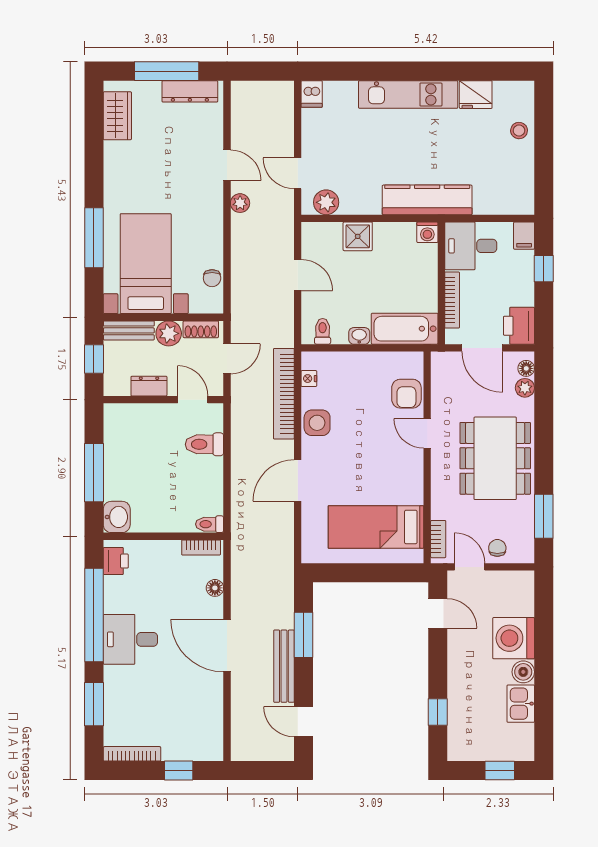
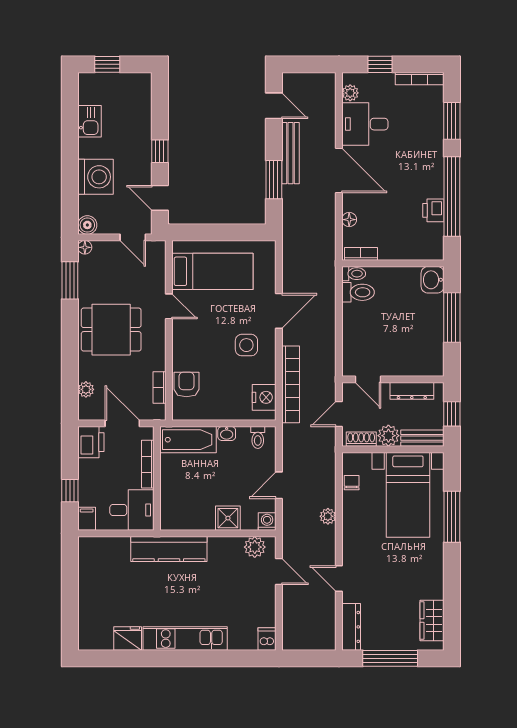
dresser: (190, 91) -> (351, 627), moved, turned 90
stool: (519, 131) -> (91, 608), removed
plant: (240, 203) -> (328, 516), moved
washing machine: (427, 232) -> (267, 522), moved
door: (298, 275) -> (279, 485), hinge flipped
floor lamp: (526, 368) -> (85, 247), moved
nightstand: (309, 379) -> (264, 397), width x1.89, depth x1.79
dresser: (149, 386) -> (412, 391), width x1.44
side table: (317, 423) -> (246, 345), moved
door: (427, 433) -> (169, 306), moved
toilet: (204, 444) -> (358, 292), moved
dining table: (495, 458) -> (111, 330), width x0.73
bookcase: (438, 539) -> (160, 388), moved
chair: (497, 548) -> (109, 253), removed
printer: (116, 561) -> (433, 210), moved
desk: (130, 639) -> (365, 124), moved, turned 180
boiler: (523, 672) -> (87, 225), moved
window: (438, 712) -> (160, 151), moved
plant: (214, 737) -> (350, 93), added

